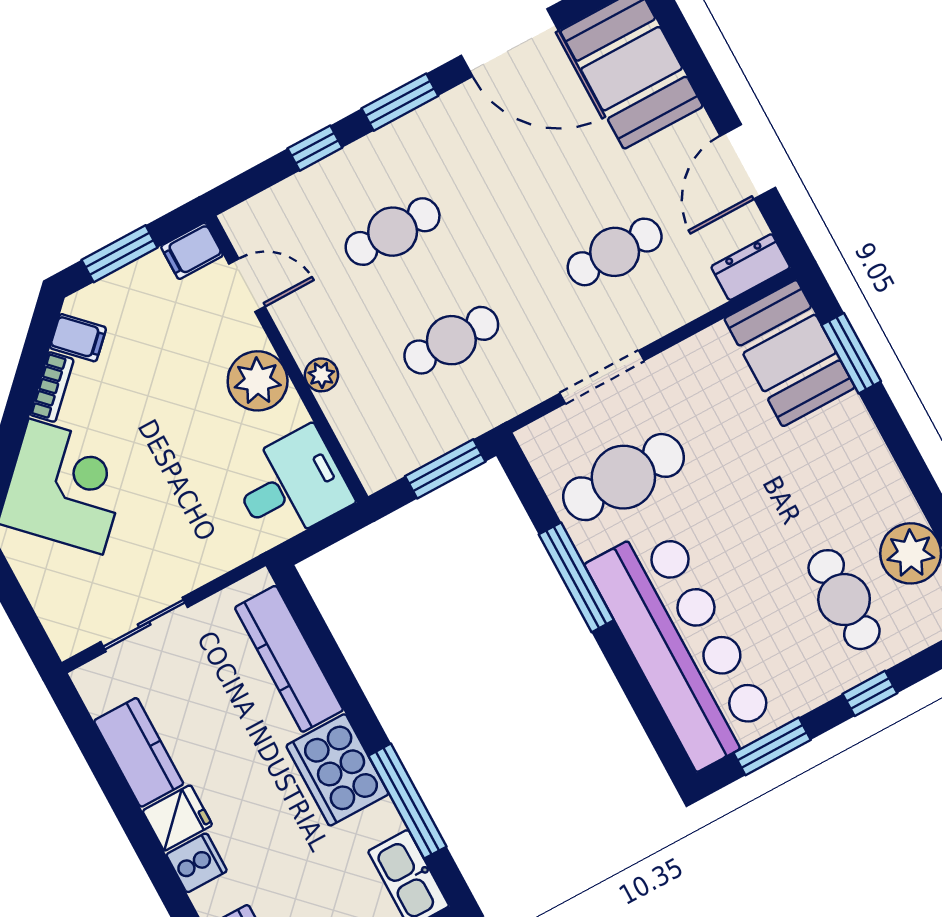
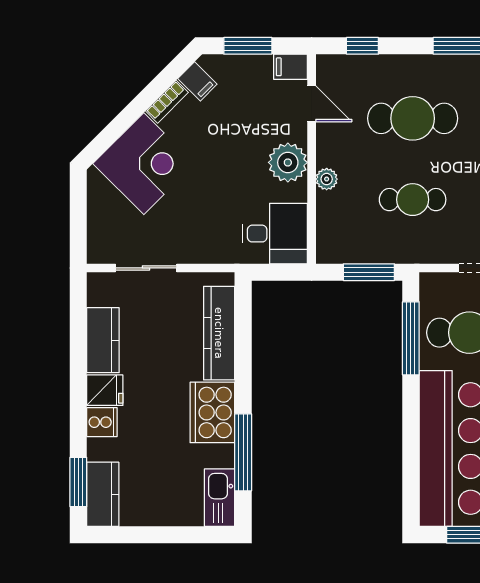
window: (315, 148) -> (362, 46), moved
cafe table: (393, 232) -> (413, 118), width x1.37, depth x1.35
window: (576, 577) -> (411, 338), moved

